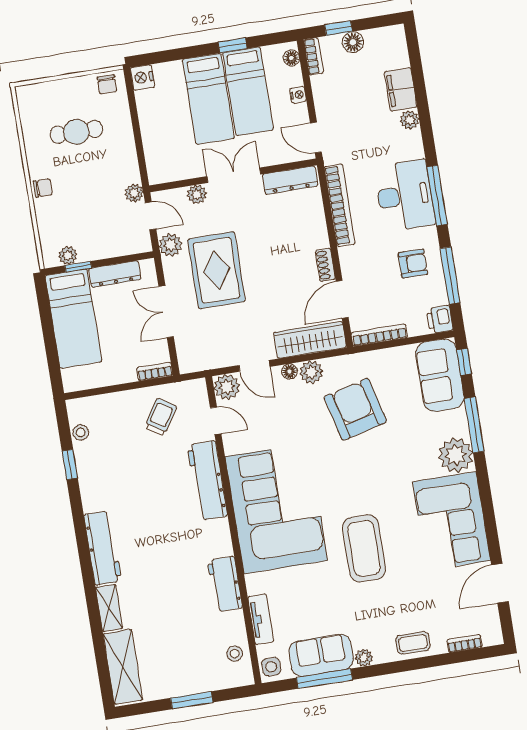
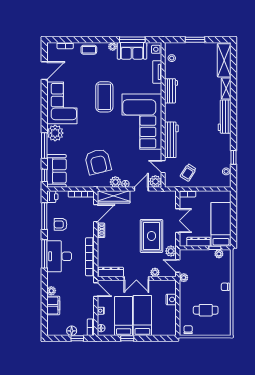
nightstand: (142, 77) -> (171, 299), moved
door: (254, 366) -> (141, 189), hinge flipped

